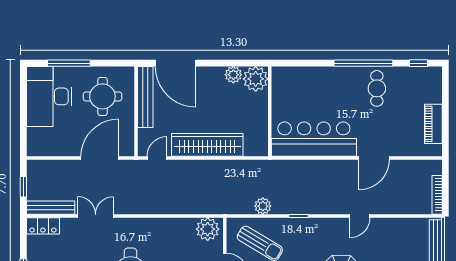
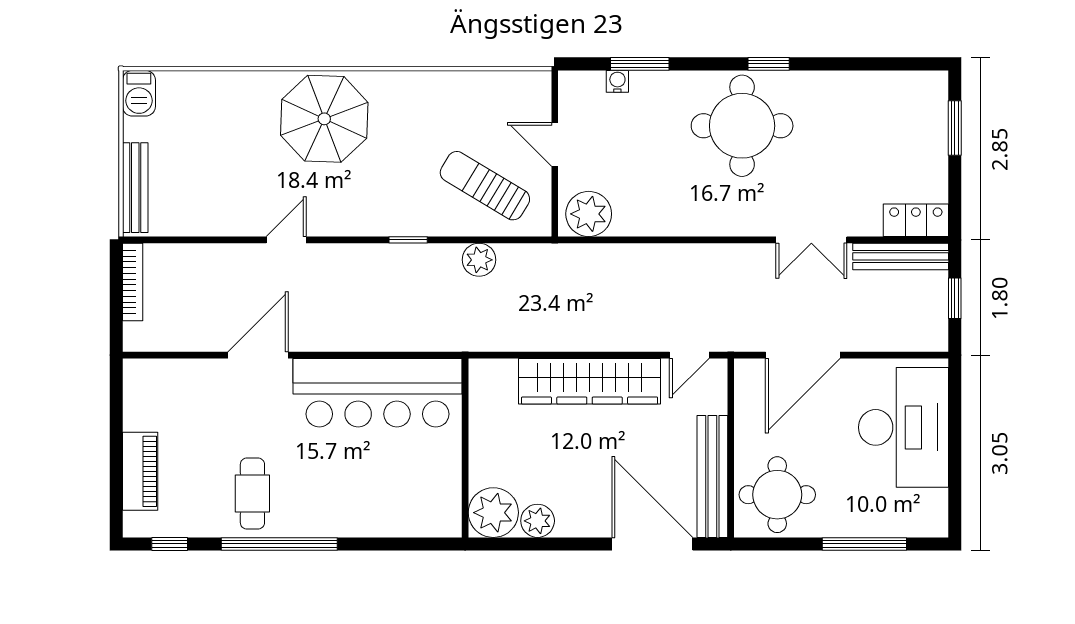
desk: (49, 96) -> (903, 427), moved
round table: (102, 96) -> (777, 495), moved
piano: (433, 124) -> (140, 471), moved

